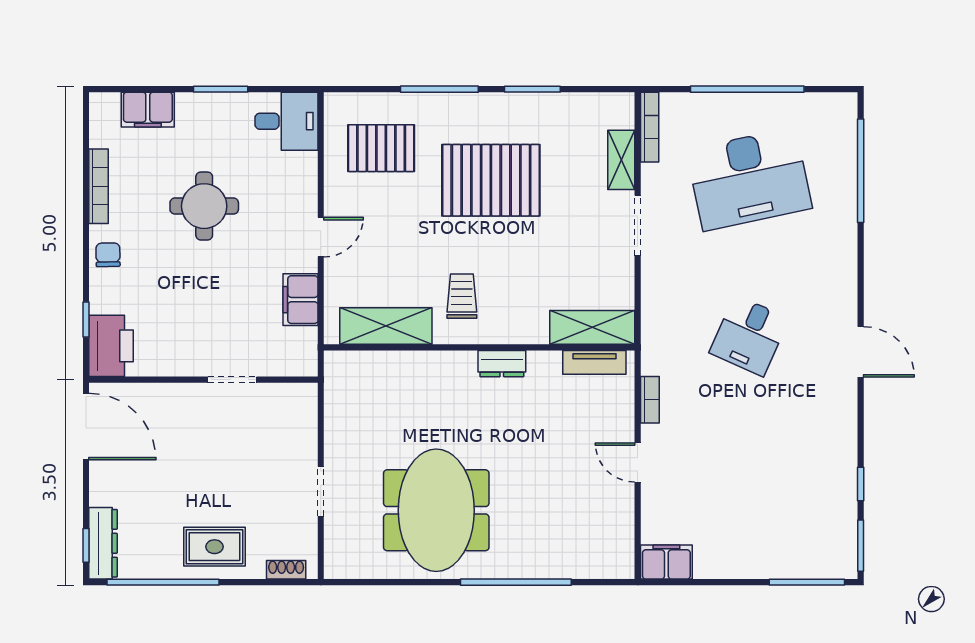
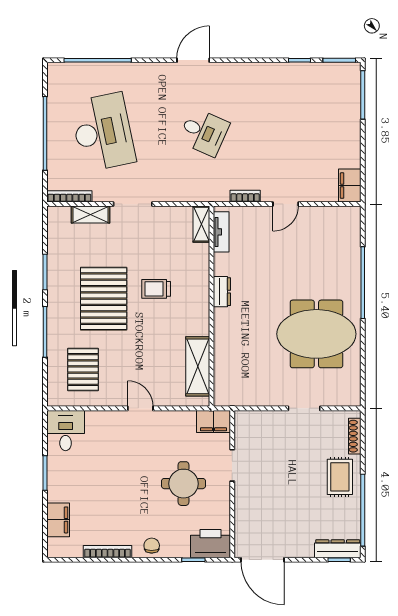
round table: (204, 206) -> (183, 484), moved
chair: (108, 255) -> (152, 546), turned 91
trolley: (462, 296) -> (156, 289), moved
filing cabinet: (300, 300) -> (214, 421), moved
shelving: (592, 327) -> (201, 224), width x0.67, depth x0.75
door: (861, 352) -> (193, 60), moved
door: (86, 427) -> (262, 560), swing flipped
shoe rack: (286, 570) -> (355, 436), width x1.43

